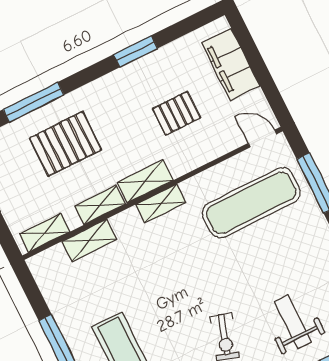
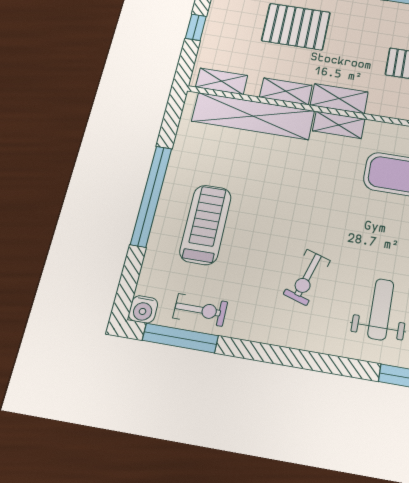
shelving: (89, 240) -> (253, 116), width x2.20, depth x1.33

